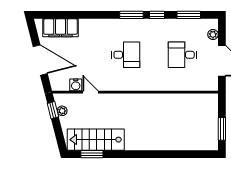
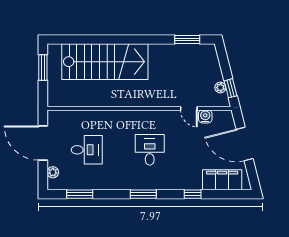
window: (157, 15) -> (193, 194), moved
desk: (126, 55) -> (150, 150), turned 90
stairs: (96, 140) -> (105, 62), moved, width x1.36, depth x1.51

